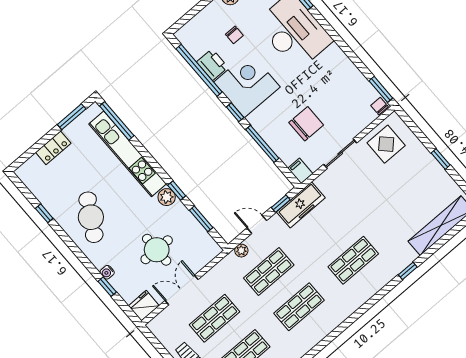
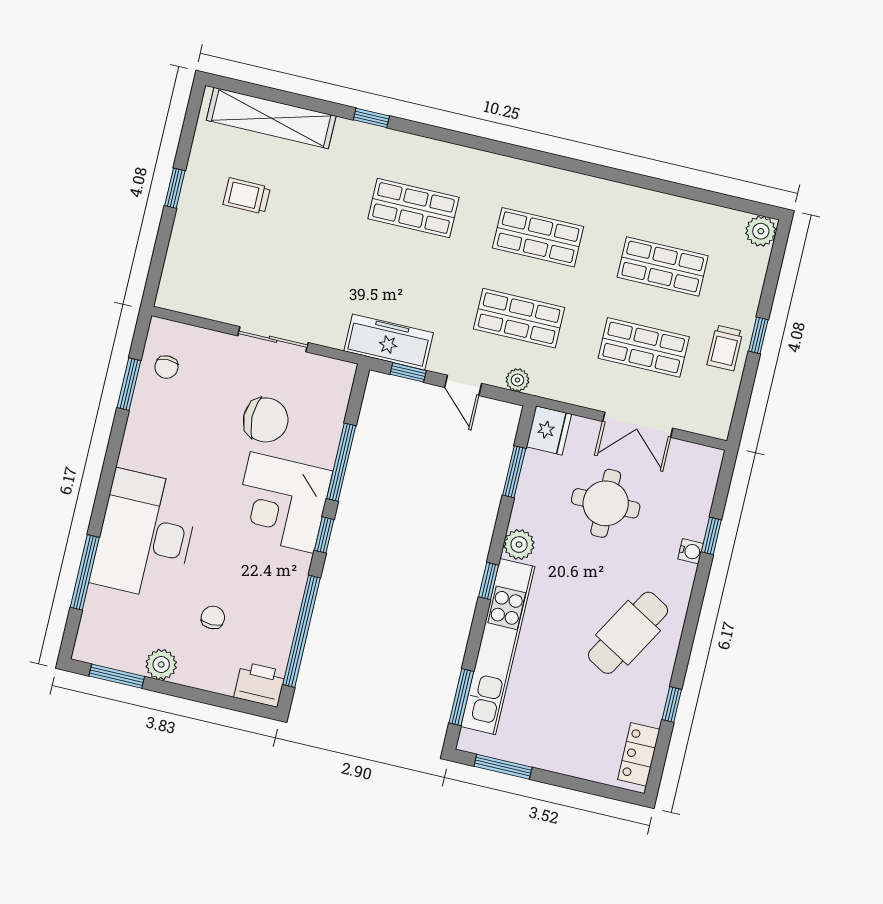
printer: (212, 65) -> (260, 684), moved, turned 90
corner desk: (247, 85) -> (282, 502), moved
window: (381, 89) -> (129, 384), moved
chair: (380, 106) -> (166, 367), moved
window: (117, 121) -> (461, 697), width x0.69
chair: (306, 124) -> (266, 420), turned 180
display table: (386, 144) -> (211, 283), removed
locker: (53, 148) -> (639, 754), moved, turned -90
filing cabinet: (300, 171) -> (340, 379), removed
trolley: (414, 189) -> (247, 196), added
window: (177, 191) -> (489, 581), moved
fridge: (144, 306) -> (549, 430), moved, turned -90

